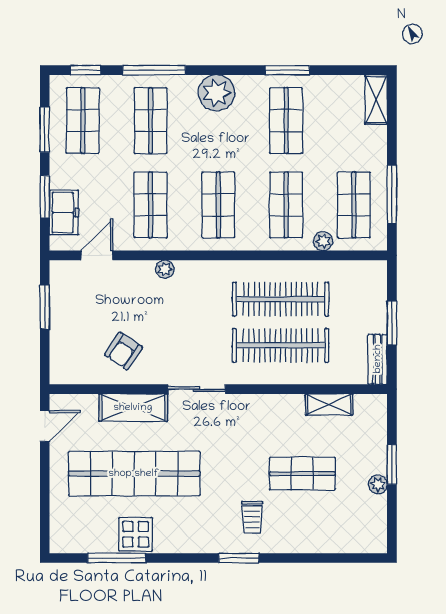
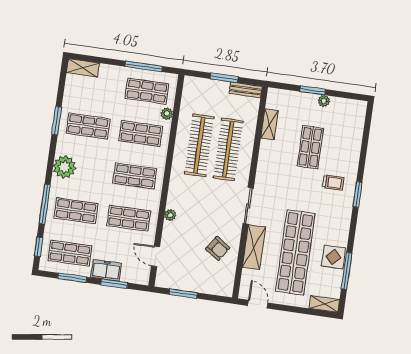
freezer: (64, 213) -> (106, 270), moved
shelving: (60, 530) -> (324, 304), added

